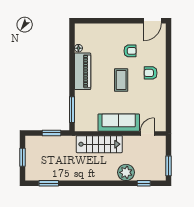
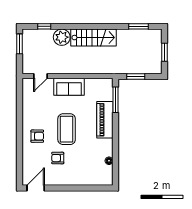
piano: (83, 71) -> (105, 120), moved
coffee table: (121, 80) -> (67, 129), width x1.36, depth x1.32
sofa: (119, 123) -> (69, 87), width x0.73
stairs: (99, 144) -> (93, 38), moved, turned 180

